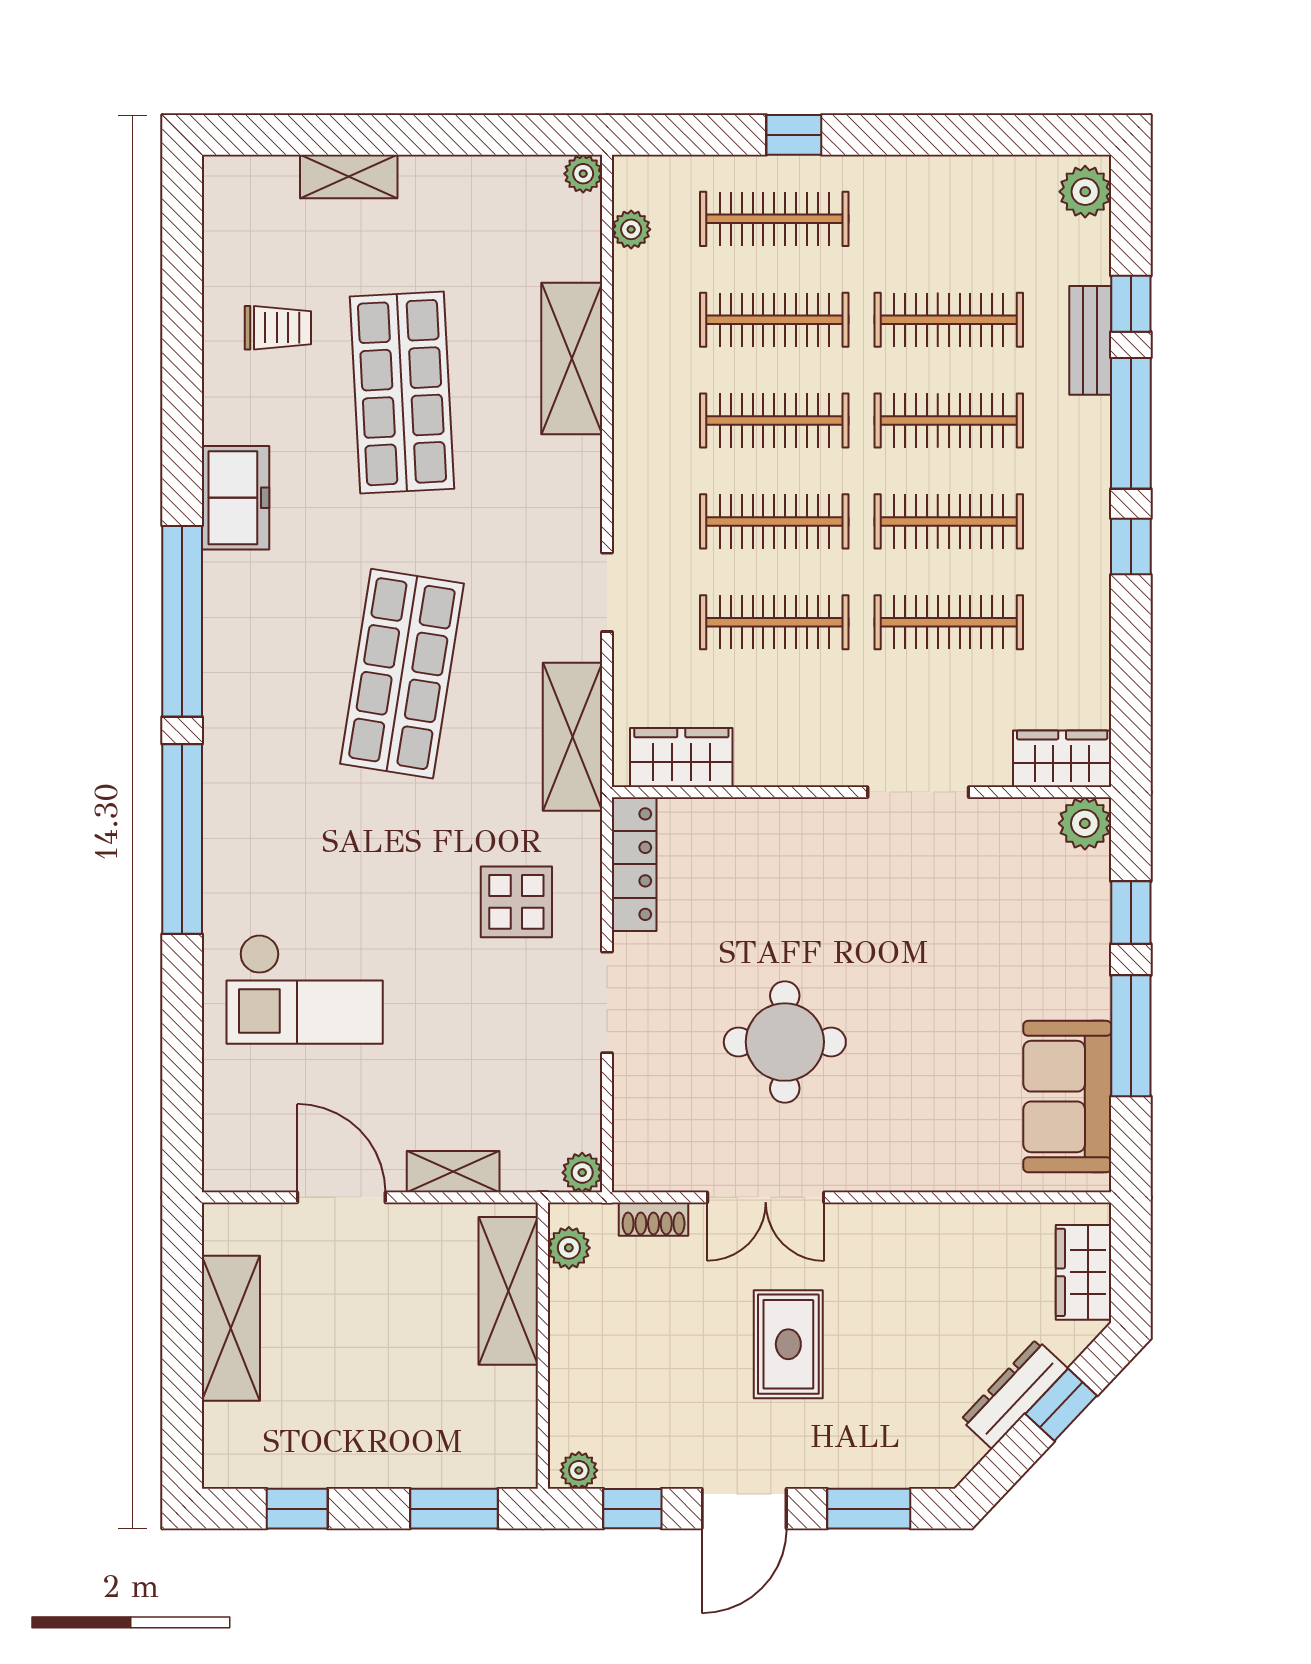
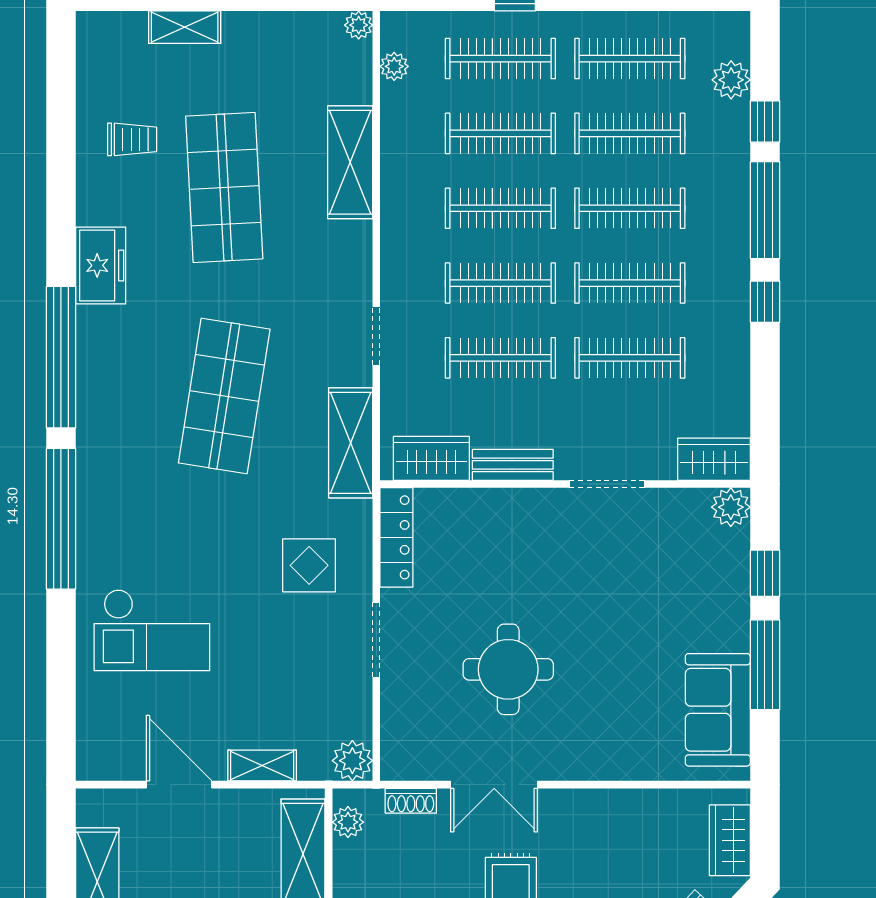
plant: (1085, 192) -> (731, 80), moved
clothes rail: (949, 219) -> (630, 59), added
bench: (1090, 340) -> (513, 465), moved, turned 90
plant: (582, 1173) -> (352, 761), width x1.38, depth x1.38

